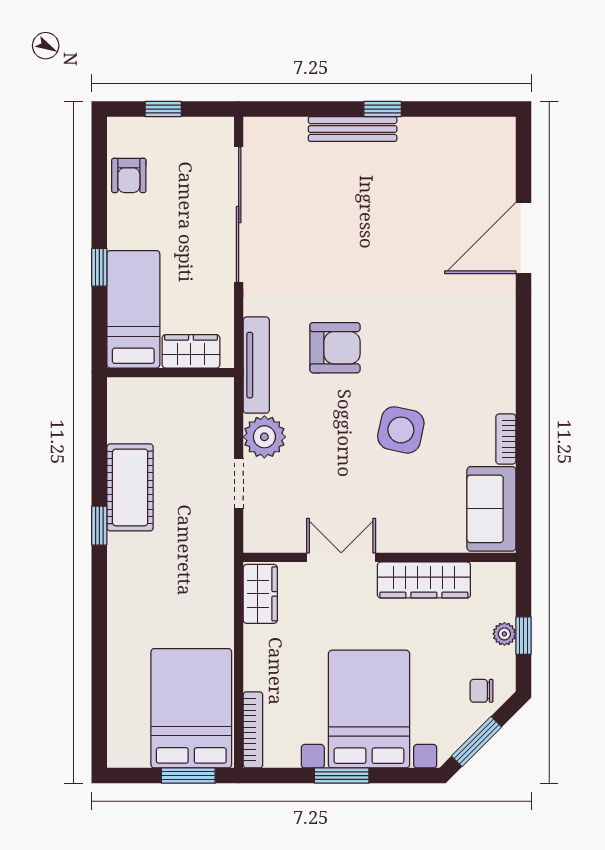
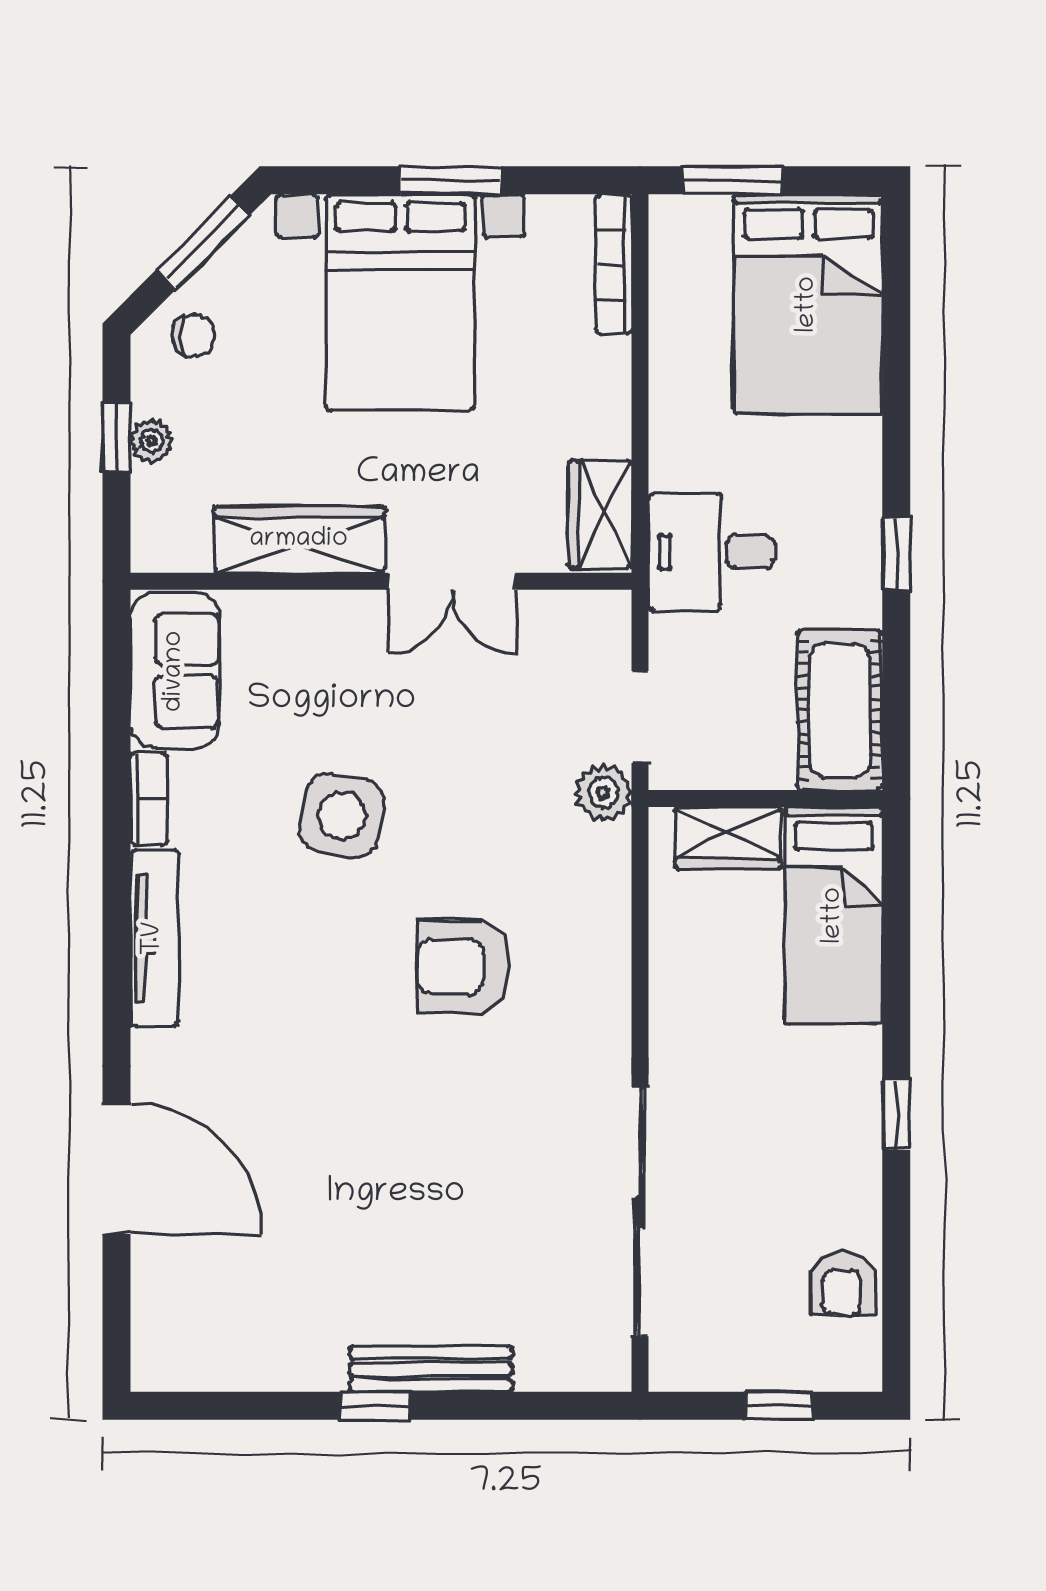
armchair: (129, 175) -> (842, 1284), turned 180
door: (523, 238) -> (116, 1169), hinge flipped
bed: (133, 309) -> (834, 915), moved
wardrobe: (191, 351) -> (728, 838), moved
tv unit: (256, 365) -> (154, 938), moved, turned 180
wall: (170, 373) -> (765, 799), moved
plant: (264, 437) -> (603, 793), width x0.73, depth x0.73
window: (99, 526) -> (896, 554), moved
desk: (200, 573) -> (711, 552), added
bed: (191, 708) -> (808, 304), moved

